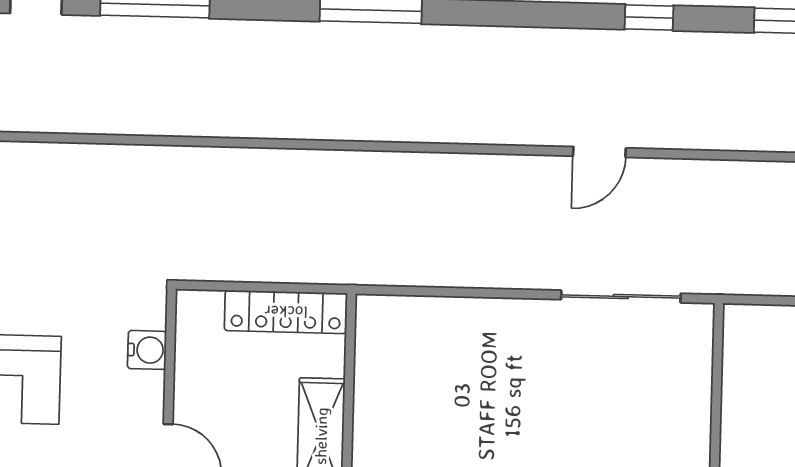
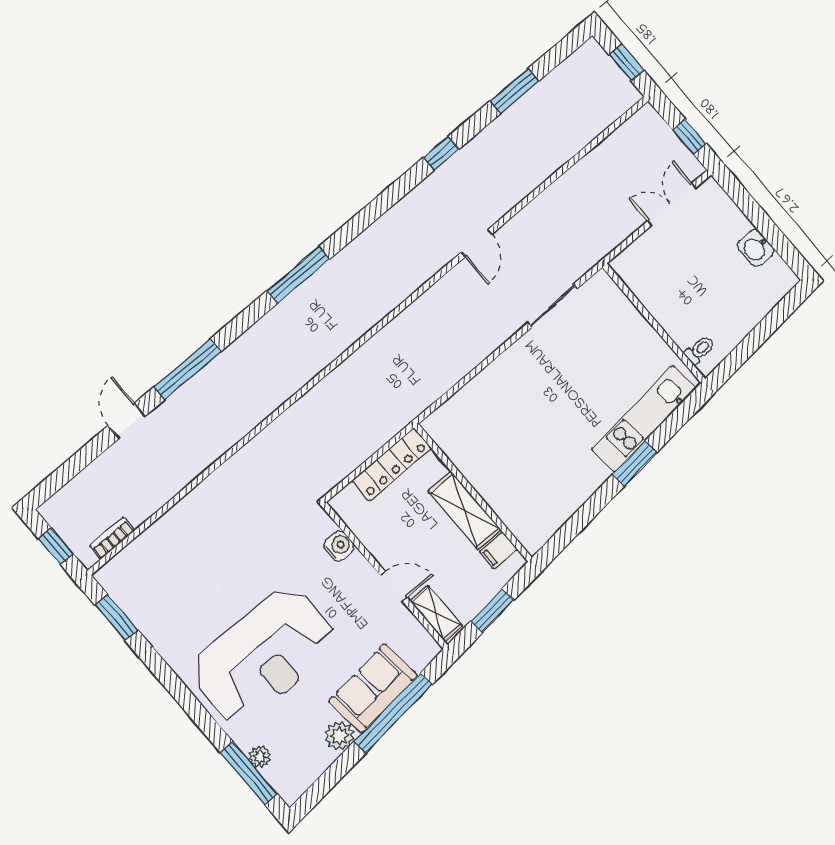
sliding door: (621, 296) -> (552, 306), width x0.73

